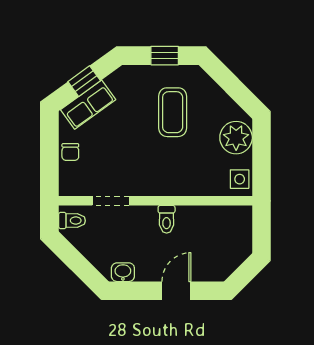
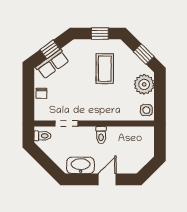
window: (235, 89) -> (144, 54), added
washbasin: (123, 272) -> (81, 165), width x1.91, depth x1.45

